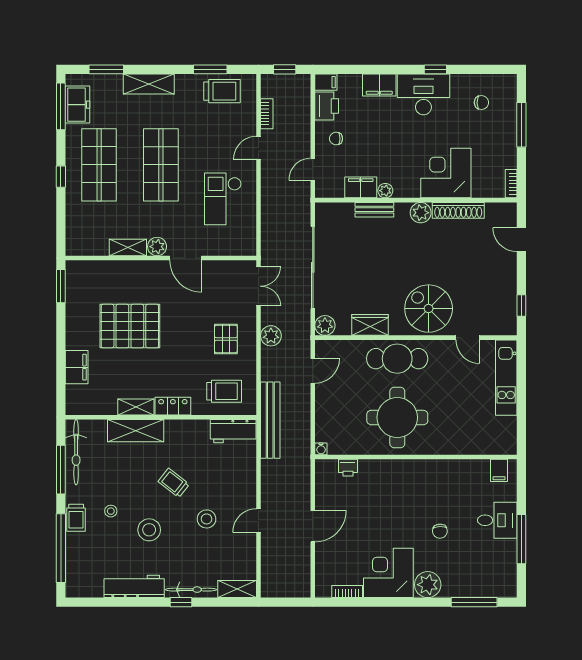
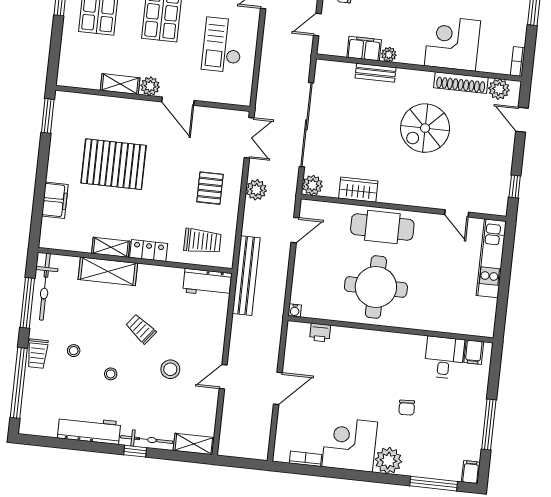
plant: (421, 213) -> (499, 89), moved
spiral stairs: (429, 309) -> (425, 128), moved, turned -90
desk: (497, 520) -> (444, 358), moved, turned -90
stool: (149, 530) -> (111, 374), width x0.53, depth x0.53
filing cabinet: (509, 587) -> (471, 472), added

